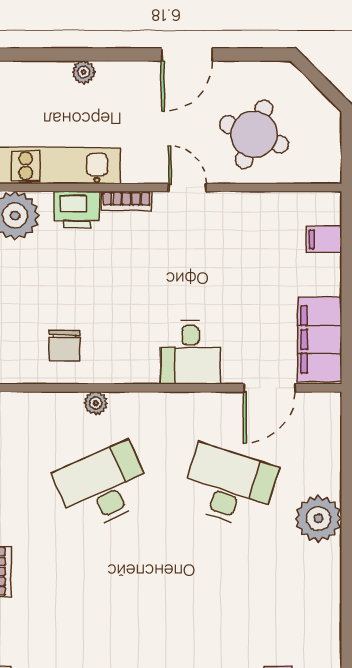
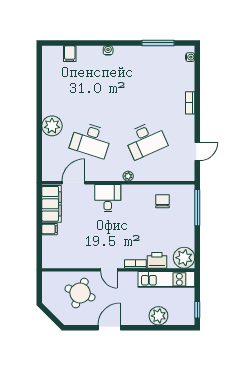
plant: (84, 72) -> (158, 316), width x1.88, depth x1.88
filing cabinet: (324, 239) -> (50, 229), moved
plant: (96, 403) -> (128, 176), moved

